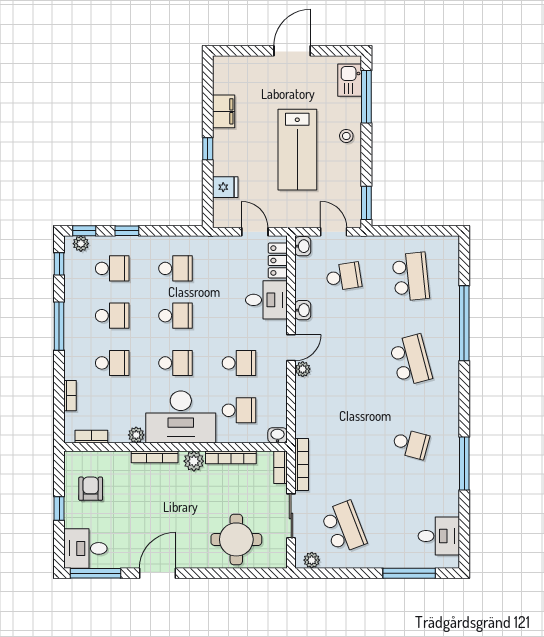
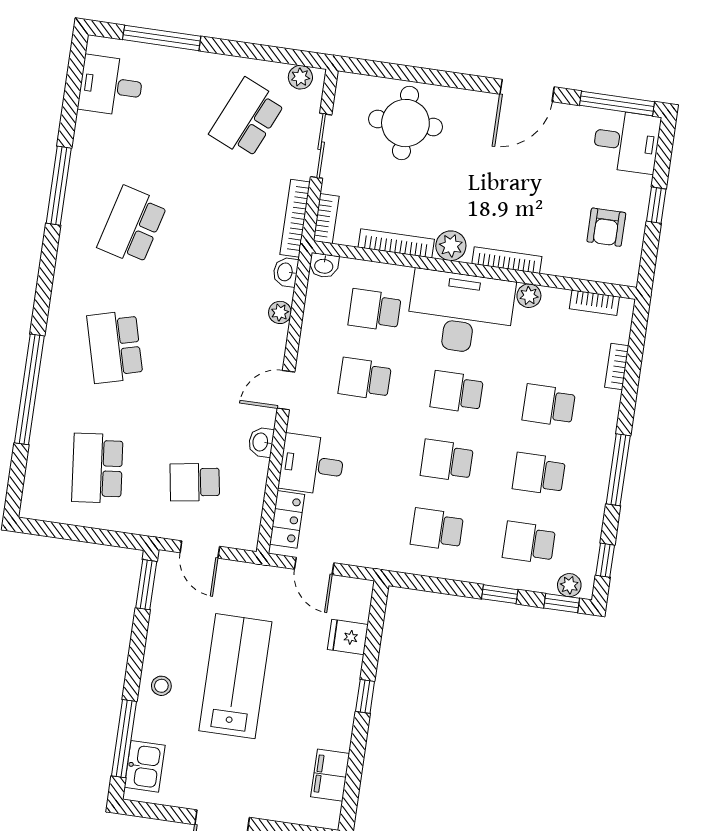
filing cabinet: (224, 111) -> (330, 775), moved
washbasin: (303, 246) -> (286, 272), moved
plant: (303, 369) -> (280, 312), moved
school desk: (411, 444) -> (132, 226), width x1.85
school desk: (344, 527) -> (247, 118), turned 45

